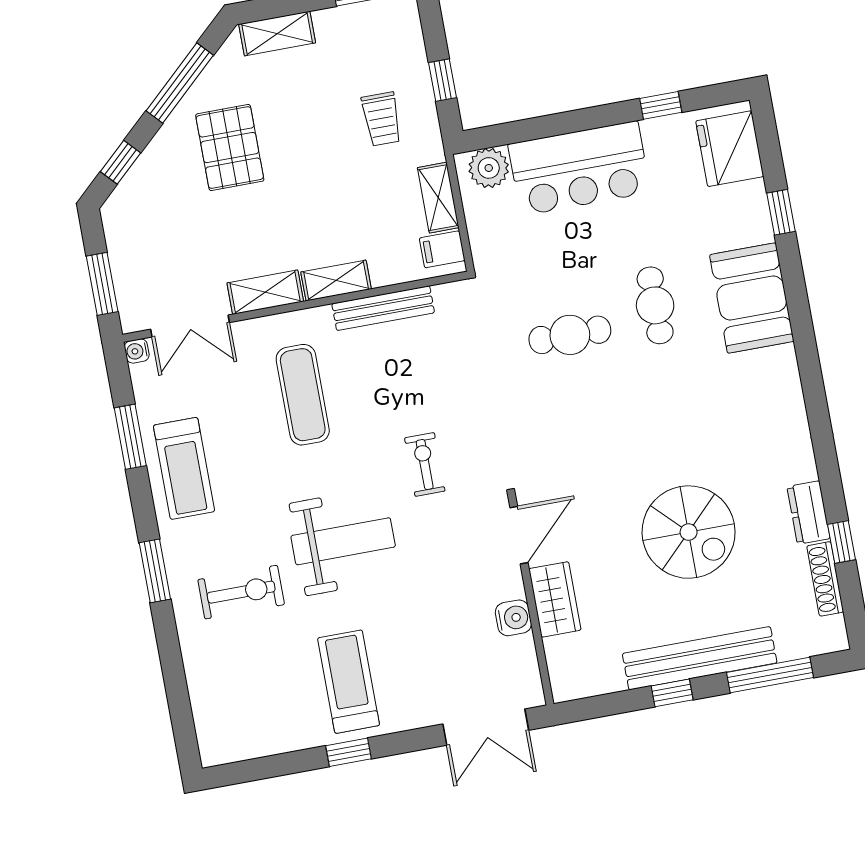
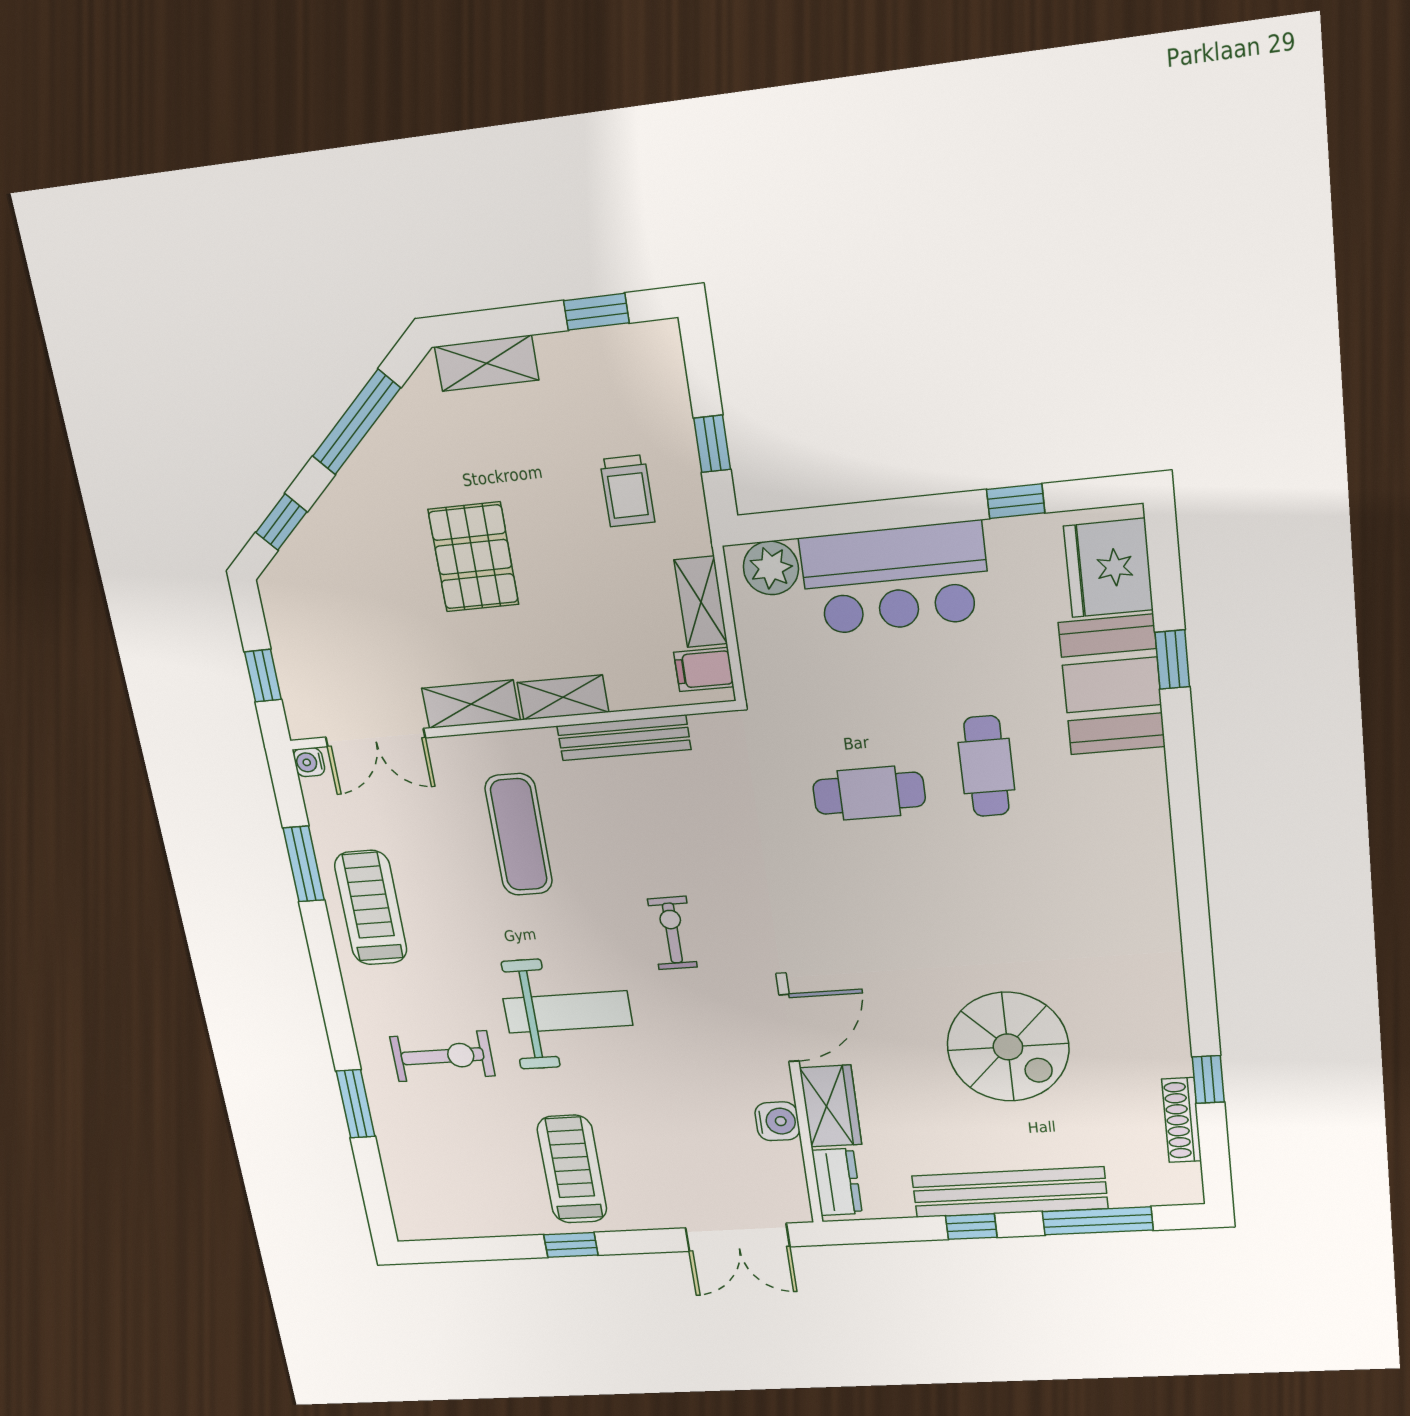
pallet: (230, 148) -> (473, 557), moved
window: (102, 284) -> (263, 676), width x0.67
booth: (752, 298) -> (1112, 685), moved
treadmill: (184, 468) -> (371, 908), turned 180
dresser: (809, 513) -> (837, 1182), moved, turned 180
window: (155, 571) -> (356, 1104), moved

